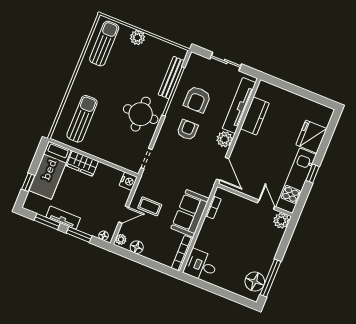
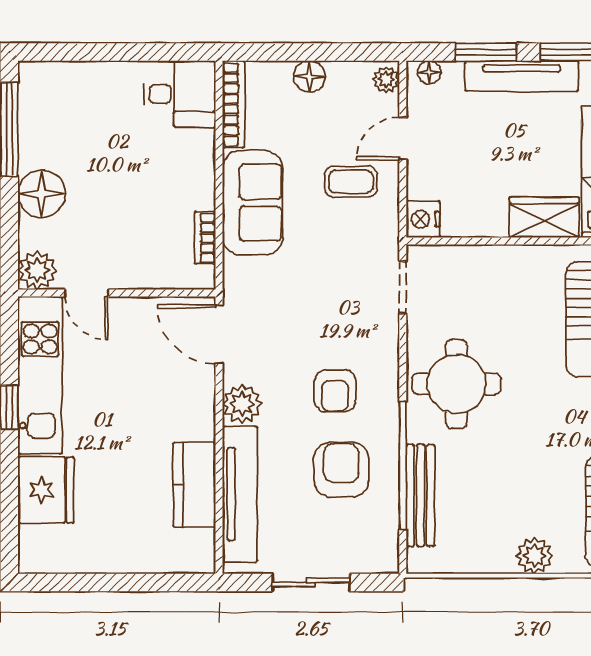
tv unit: (63, 218) -> (522, 76), width x1.41
floor lamp: (137, 247) -> (309, 76), moved
floor lamp: (255, 282) -> (42, 194), moved

